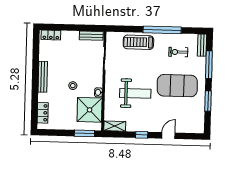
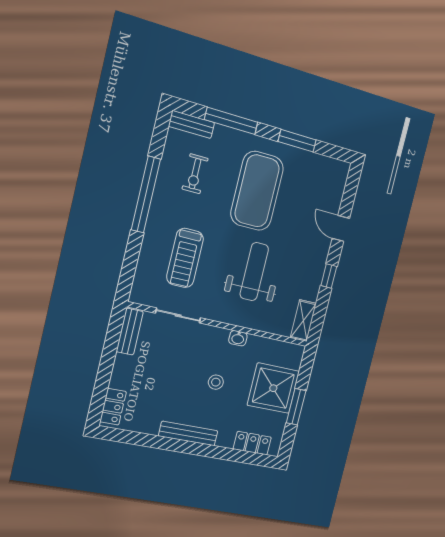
treadmill: (138, 42) -> (185, 258), moved
shower: (90, 110) -> (273, 388), moved
window: (84, 133) -> (296, 407), moved

